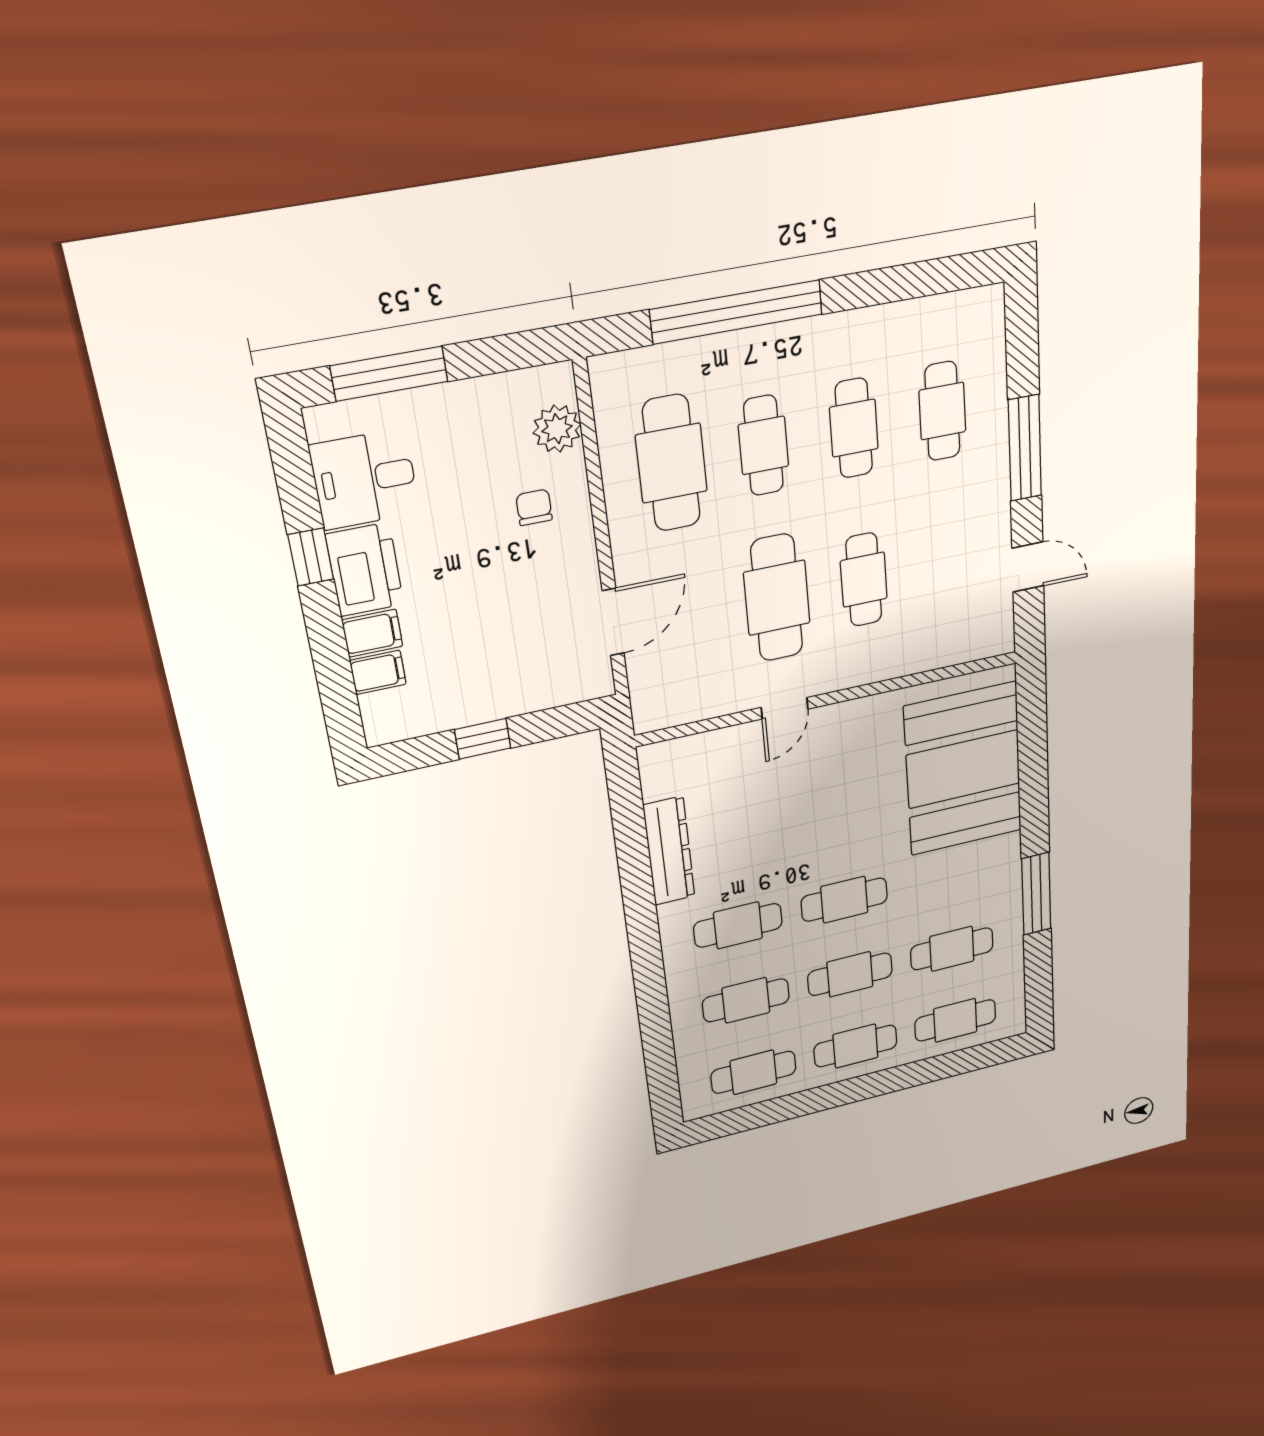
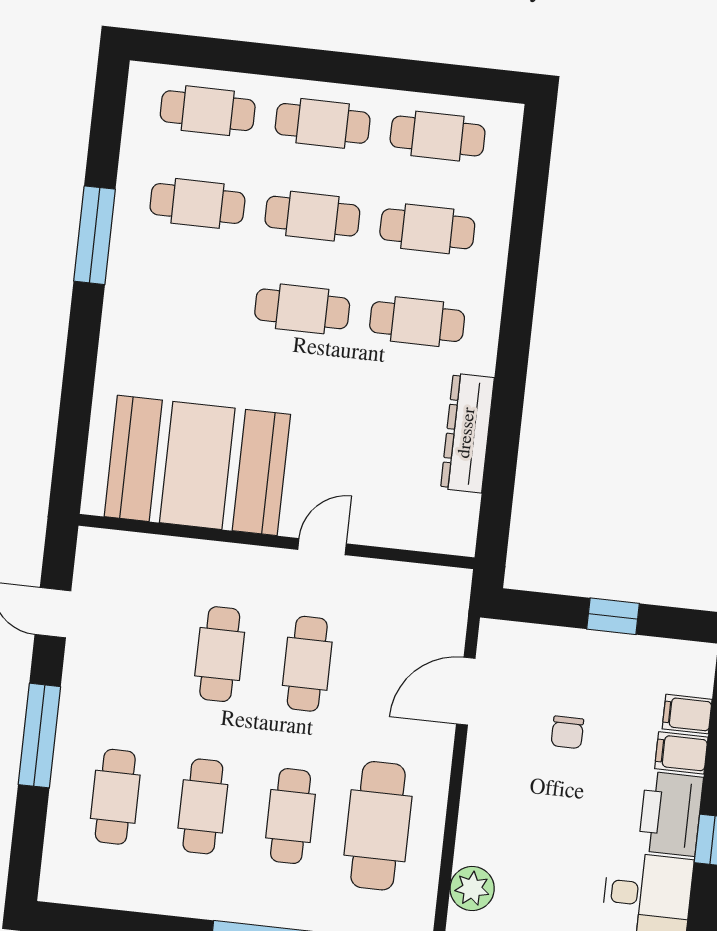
chair: (534, 507) -> (567, 732), moved
cafe table: (777, 598) -> (307, 664), width x0.73, depth x0.74
booth: (963, 769) -> (197, 465), moved, turned 90

